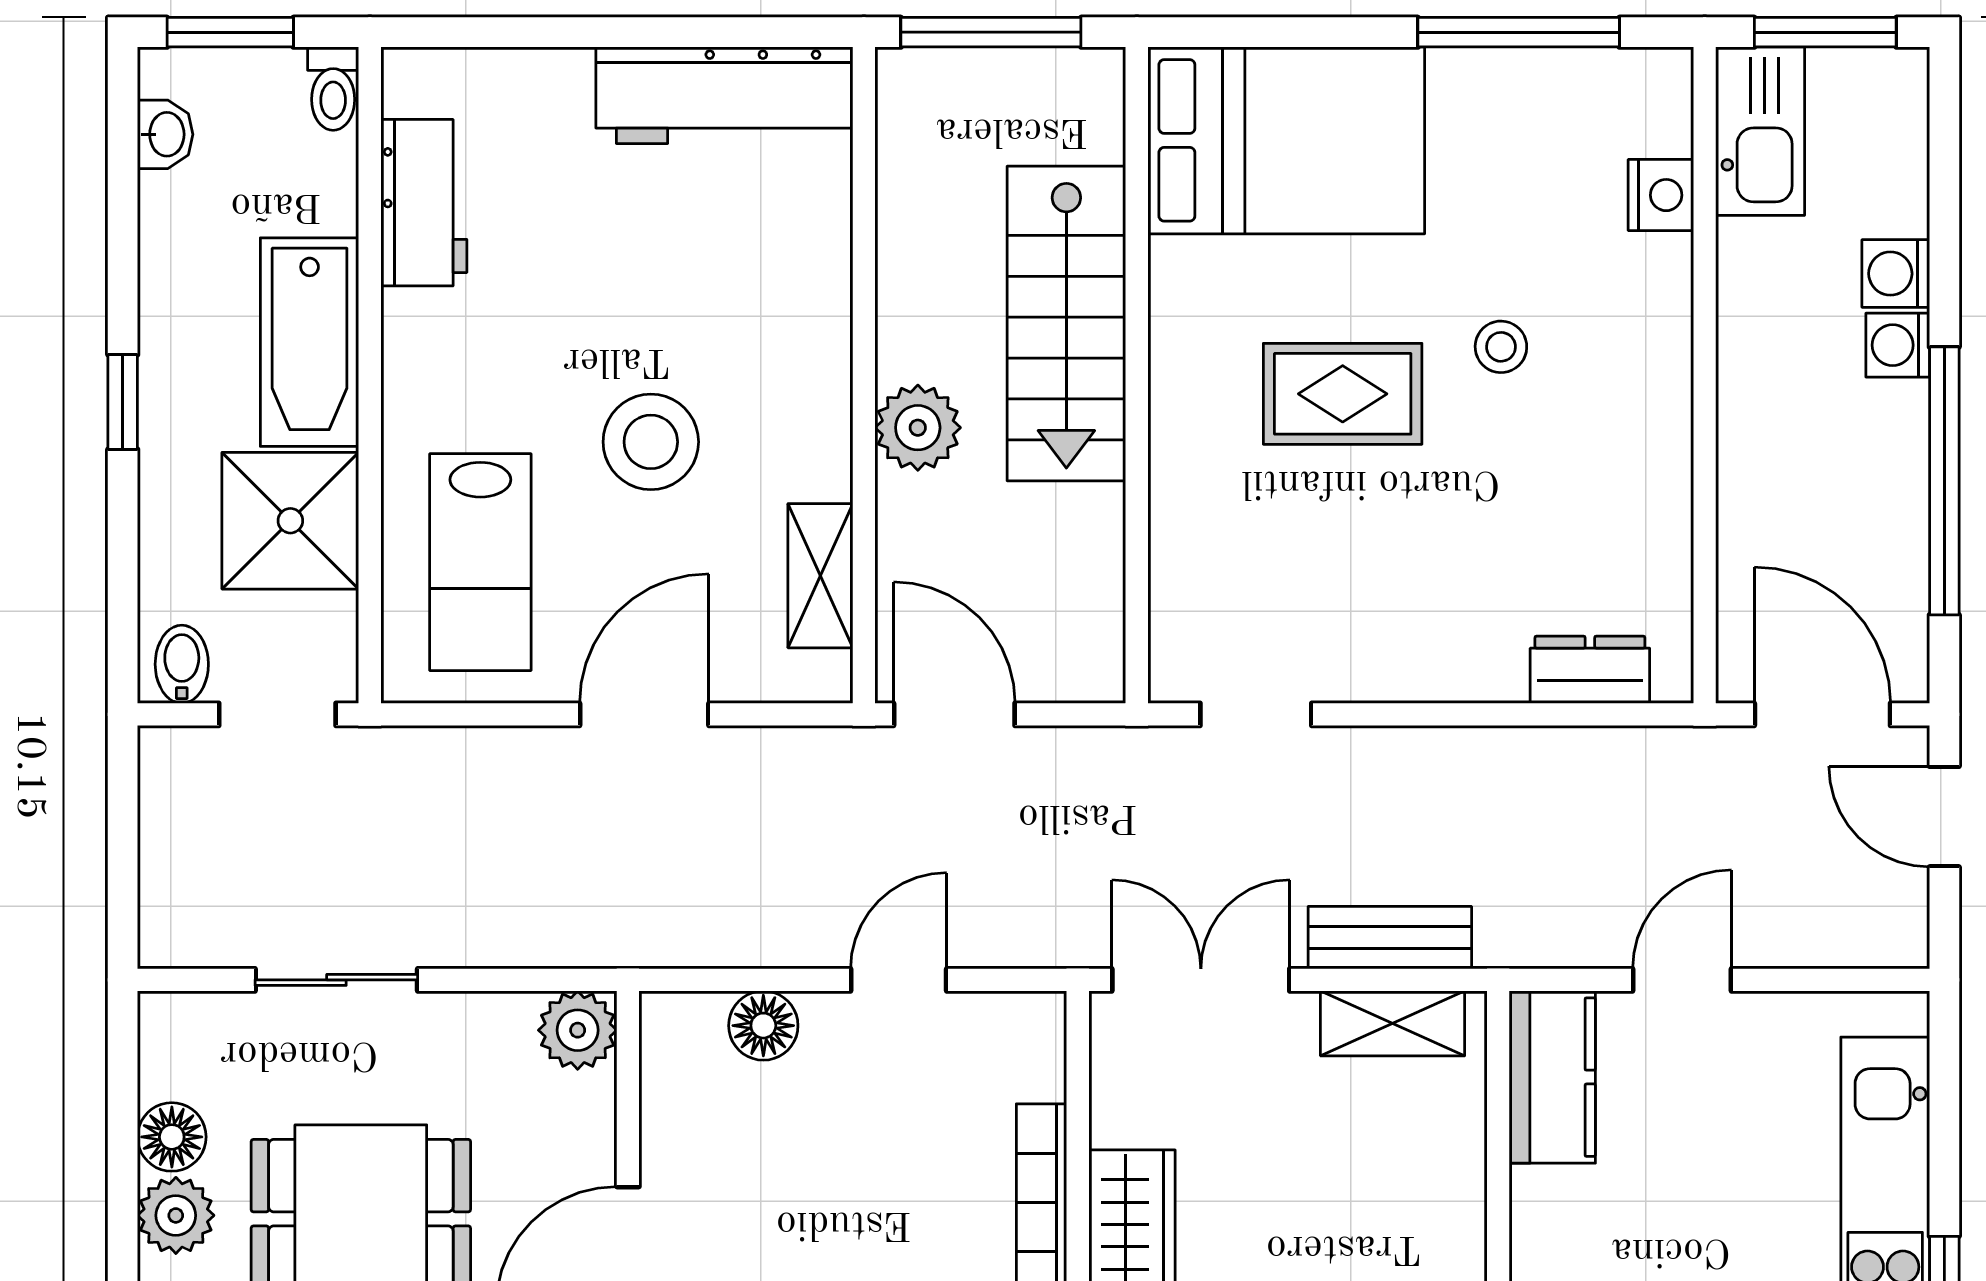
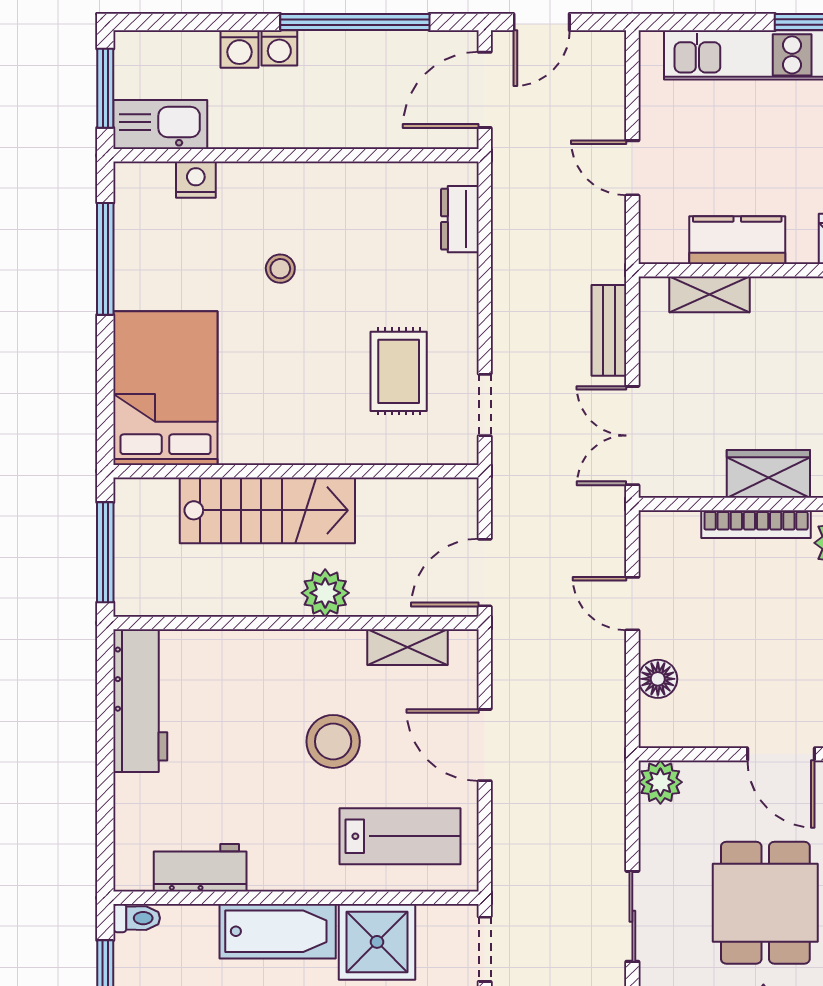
rug: (1343, 394) -> (399, 371), moved
shelving: (1393, 1023) -> (710, 294), moved, turned 90
kitchen counter: (1552, 1077) -> (737, 240), moved

